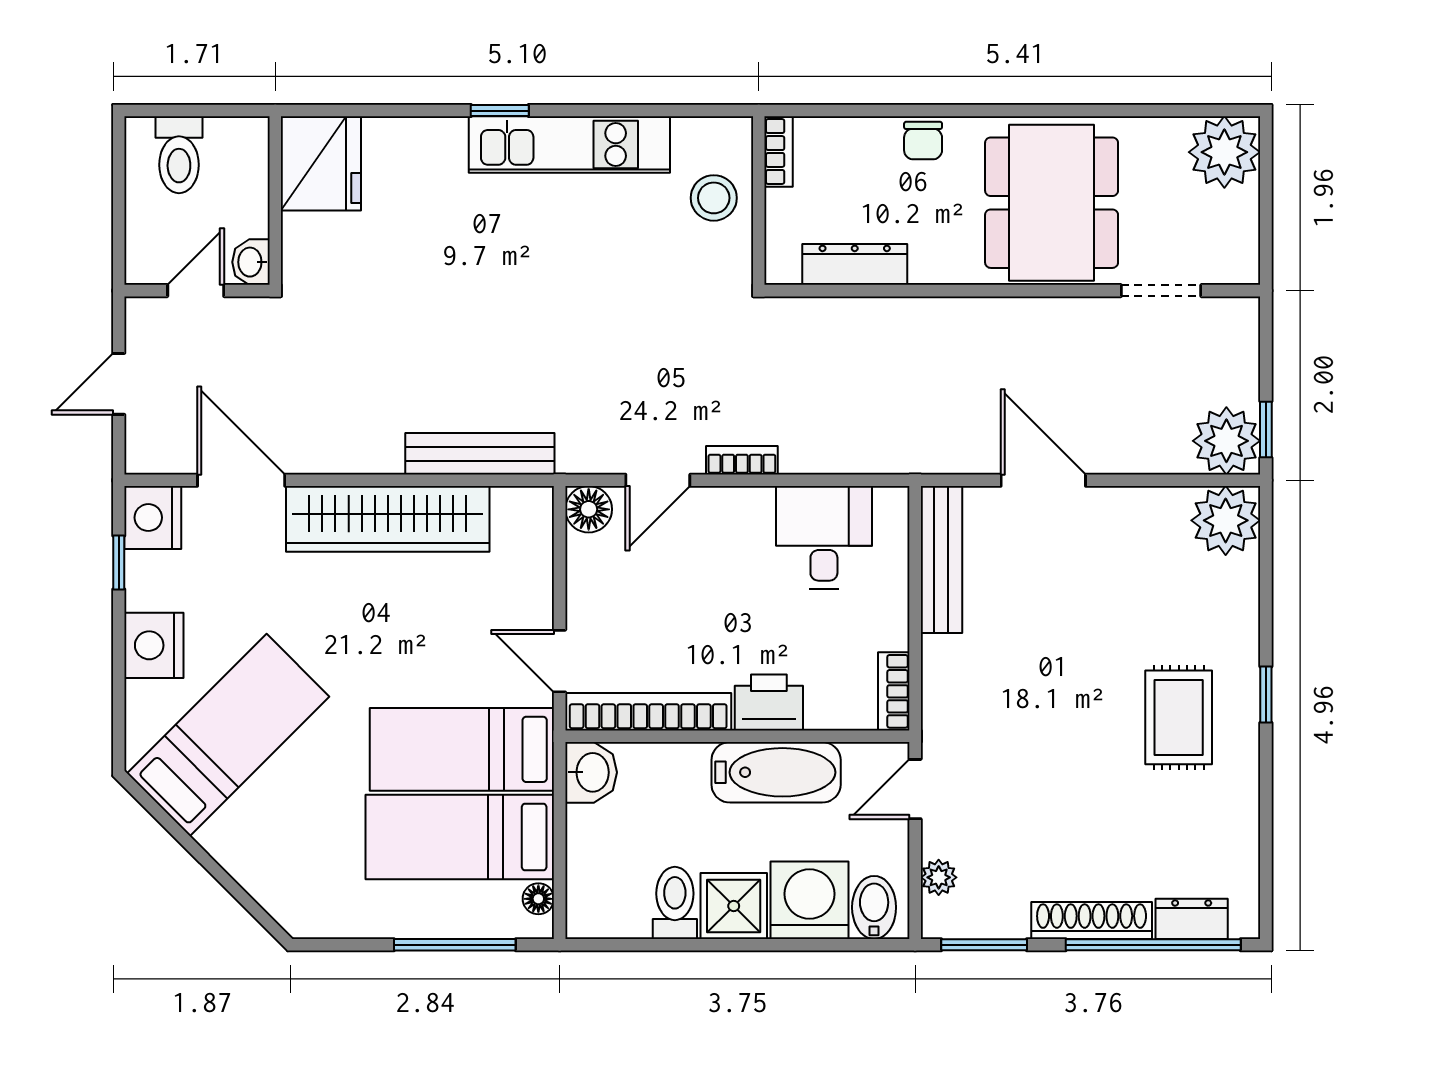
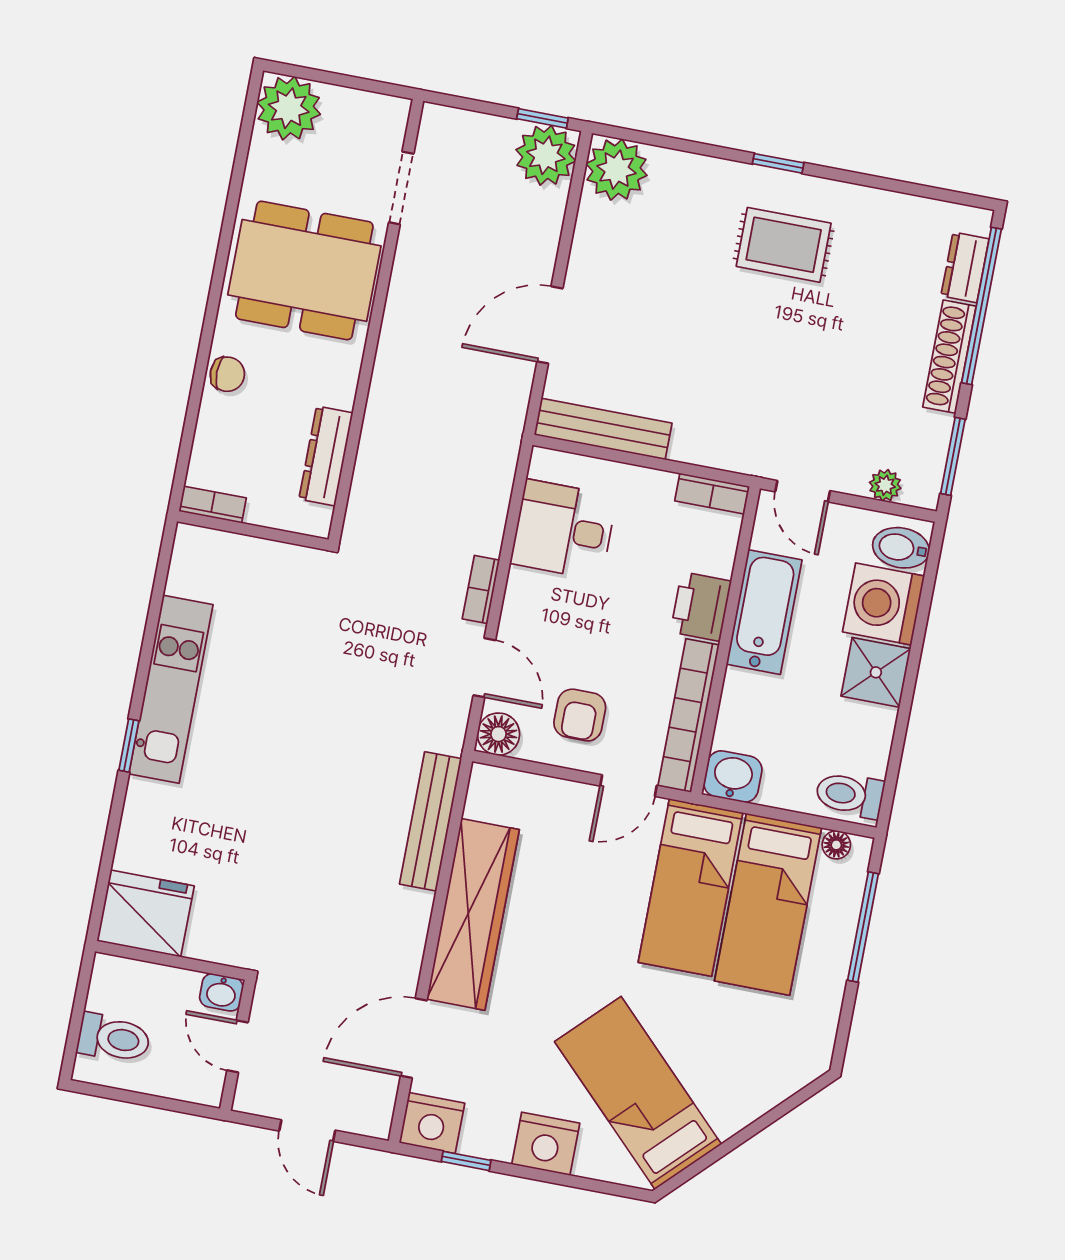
stool: (714, 198) -> (243, 570), removed
armchair: (626, 594) -> (580, 715), added
toilet: (675, 903) -> (850, 795), moved

